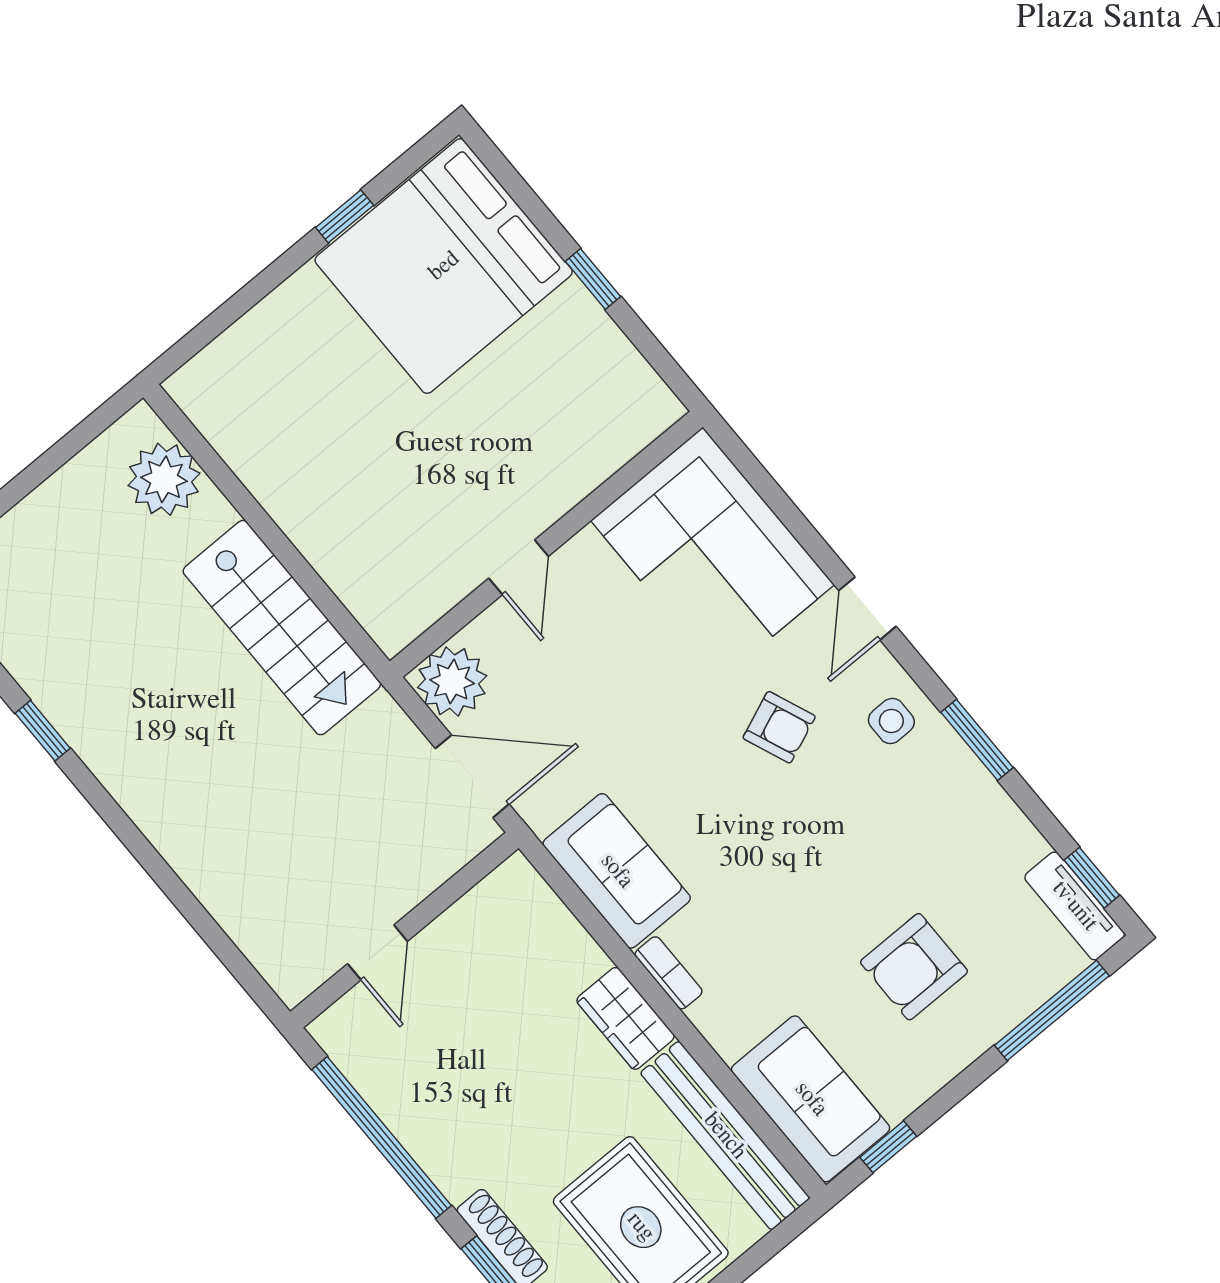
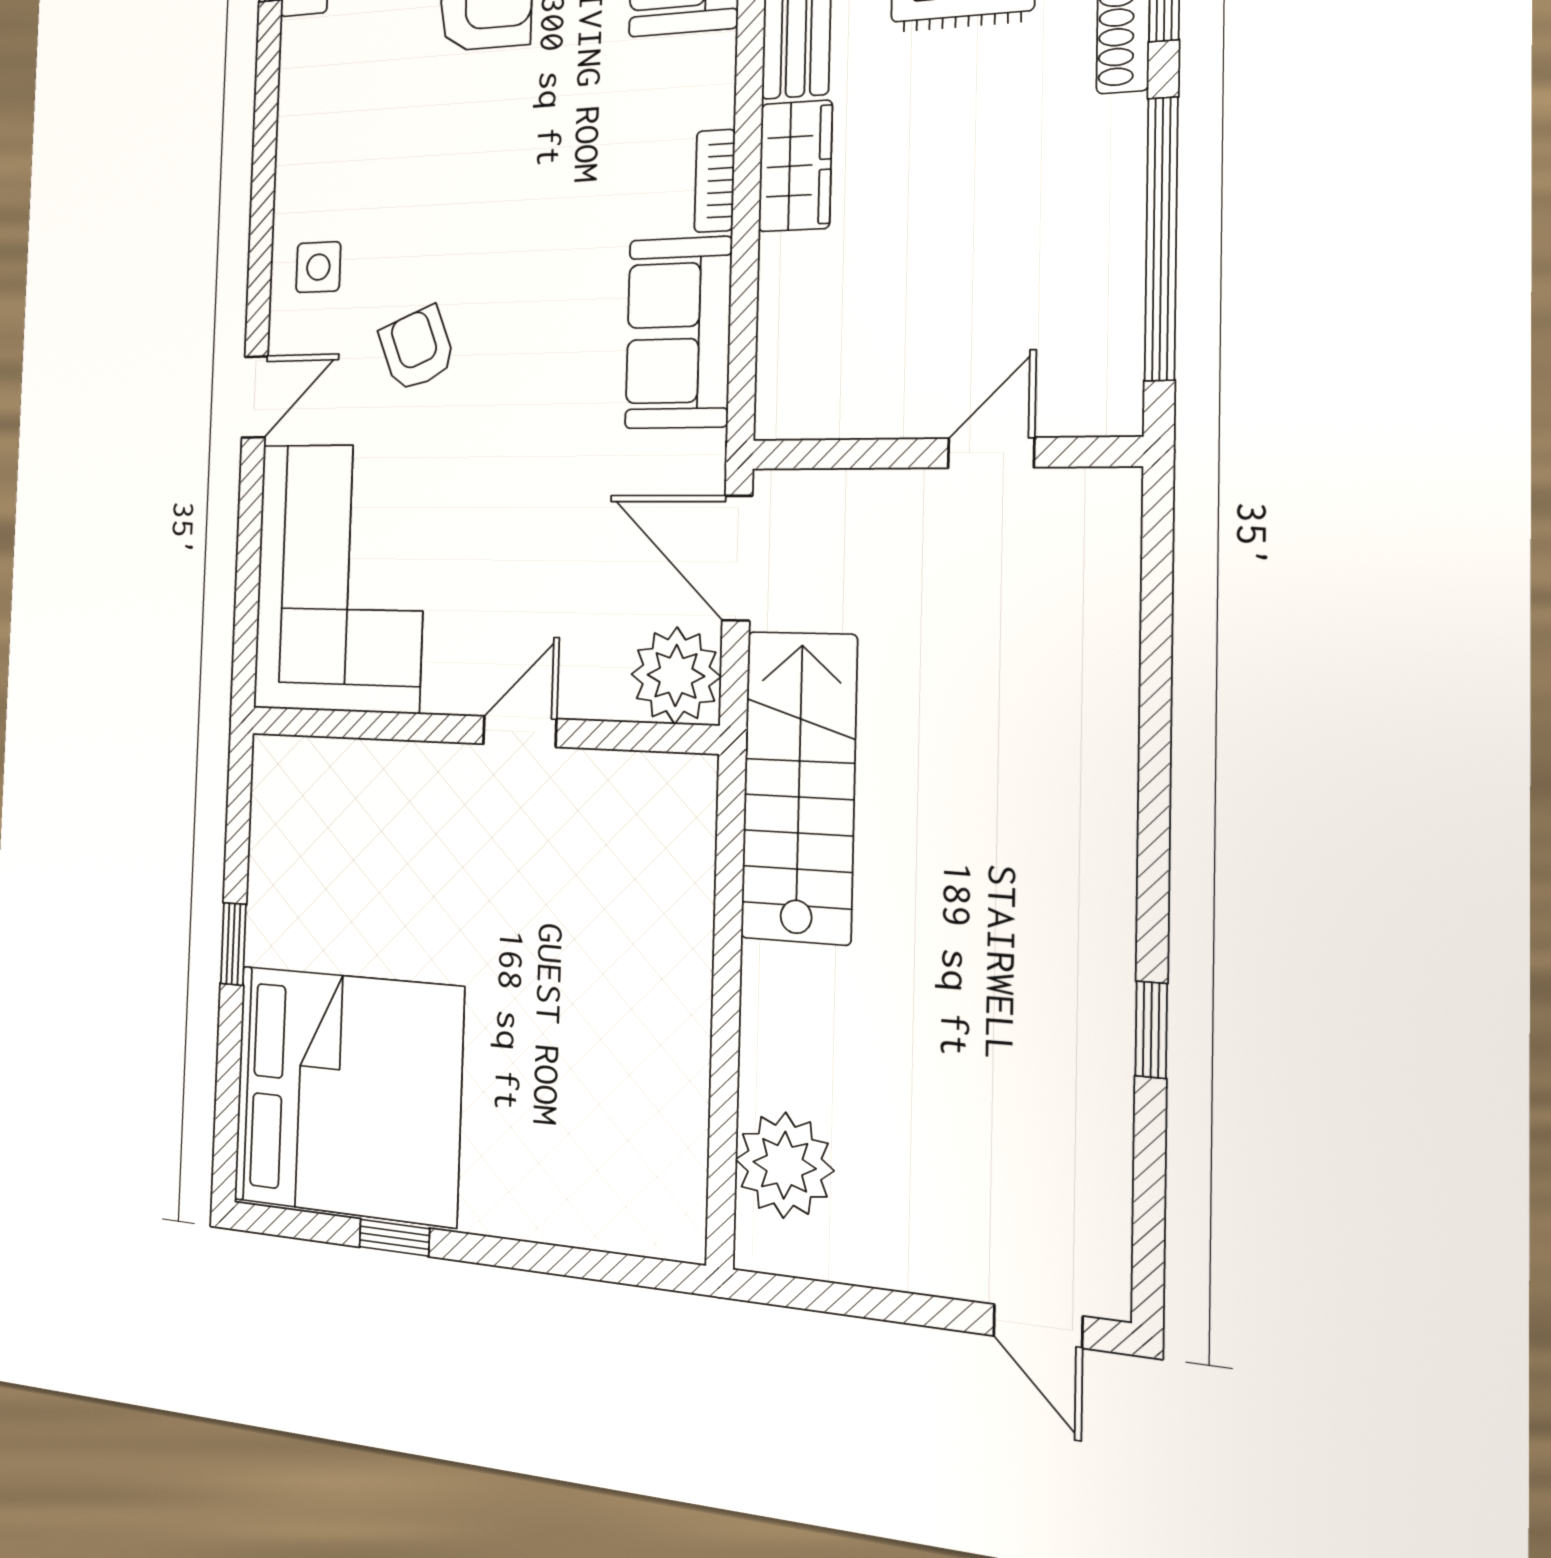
stairs: (282, 628) -> (799, 787), moved
window: (977, 740) -> (263, 184), removed

